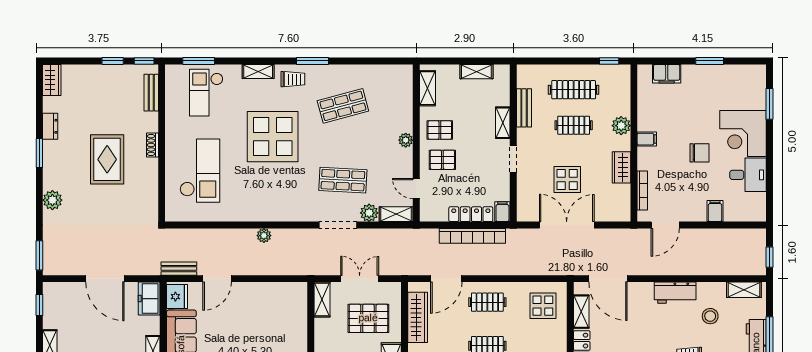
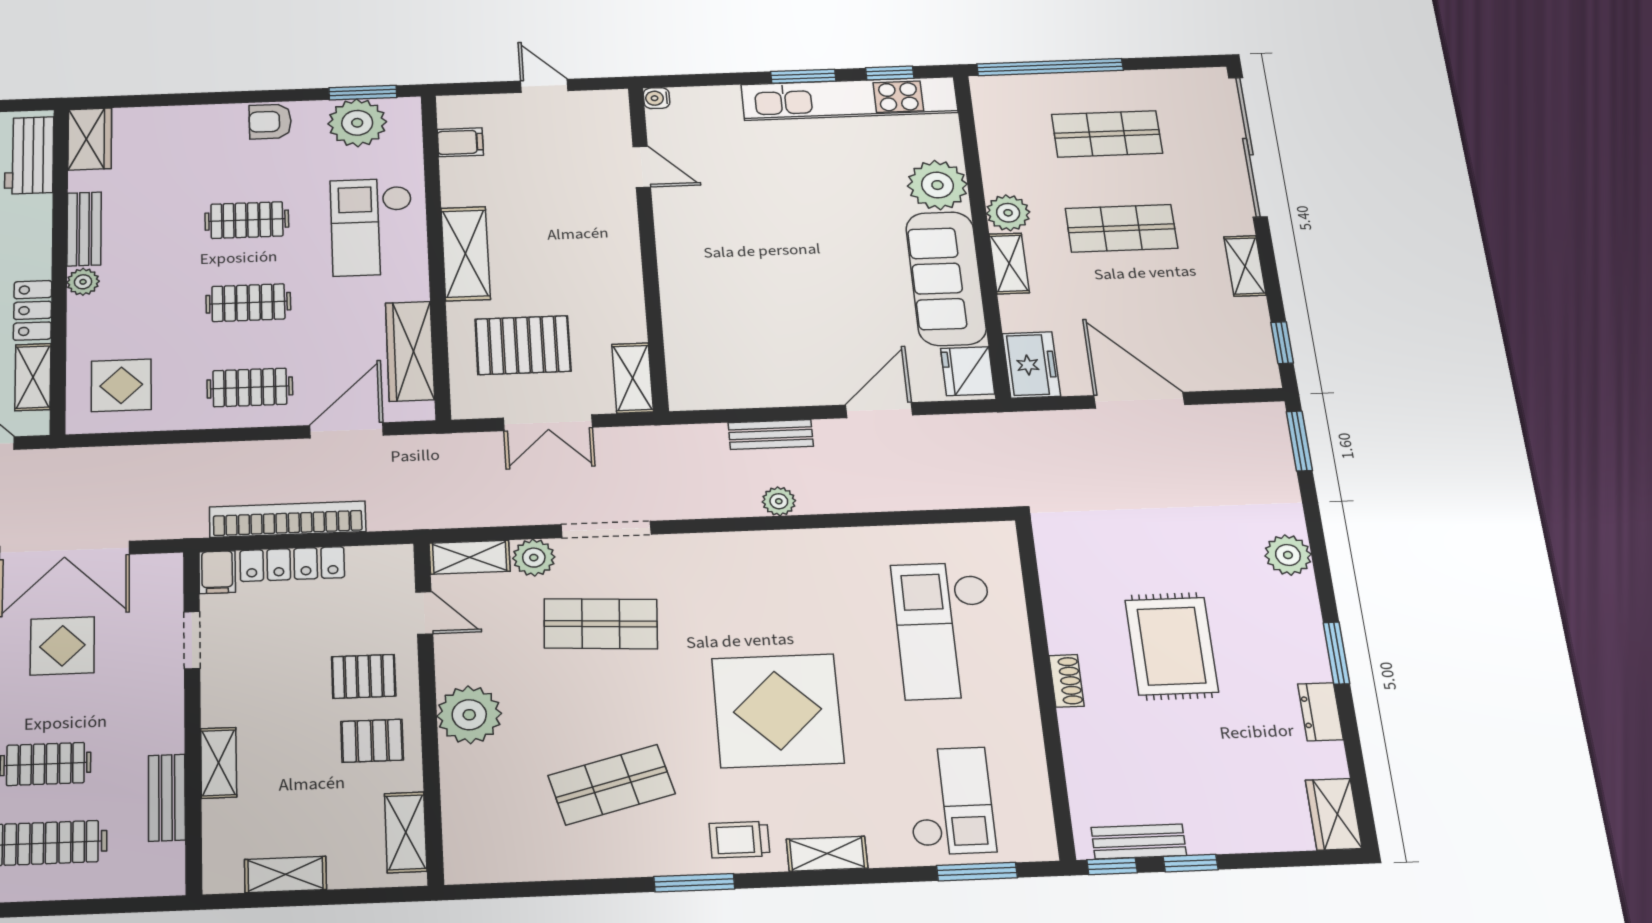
bench: (151, 93) -> (1139, 842), moved, turned 90
plant: (406, 140) -> (469, 715), width x1.87, depth x1.87
doorway: (513, 159) -> (192, 640), moved
bench: (179, 269) -> (771, 434), moved

